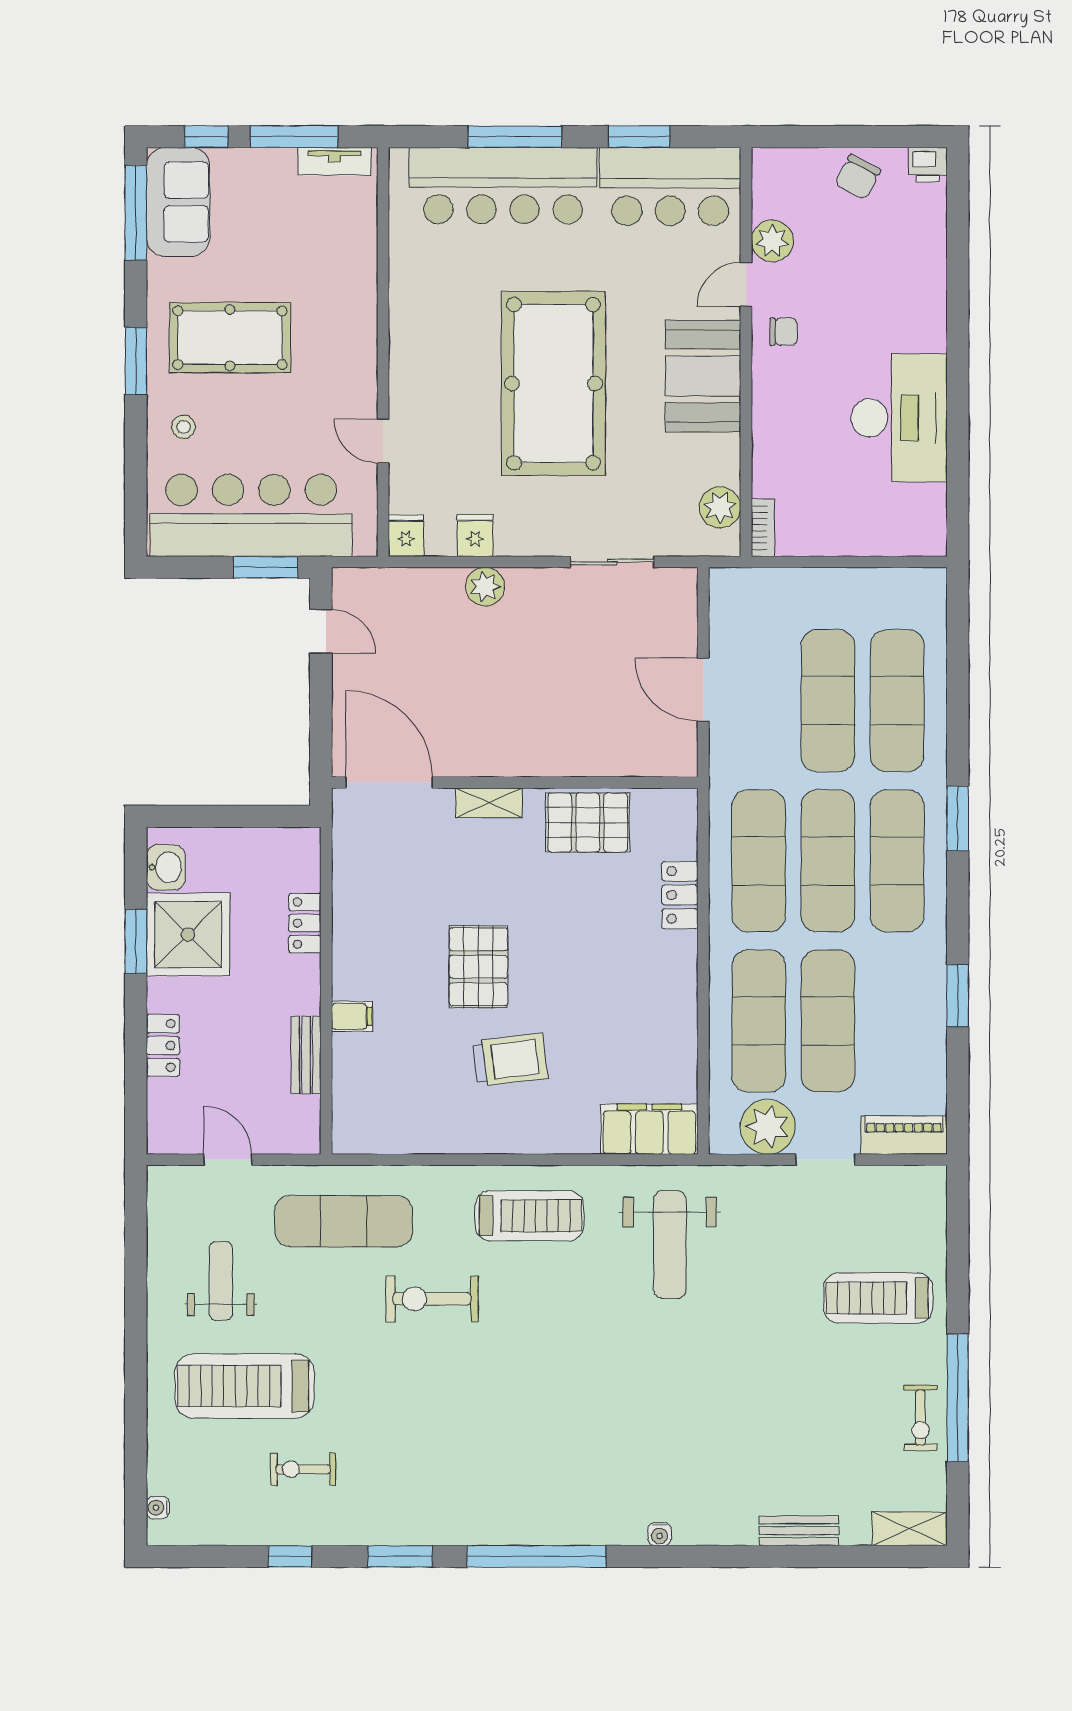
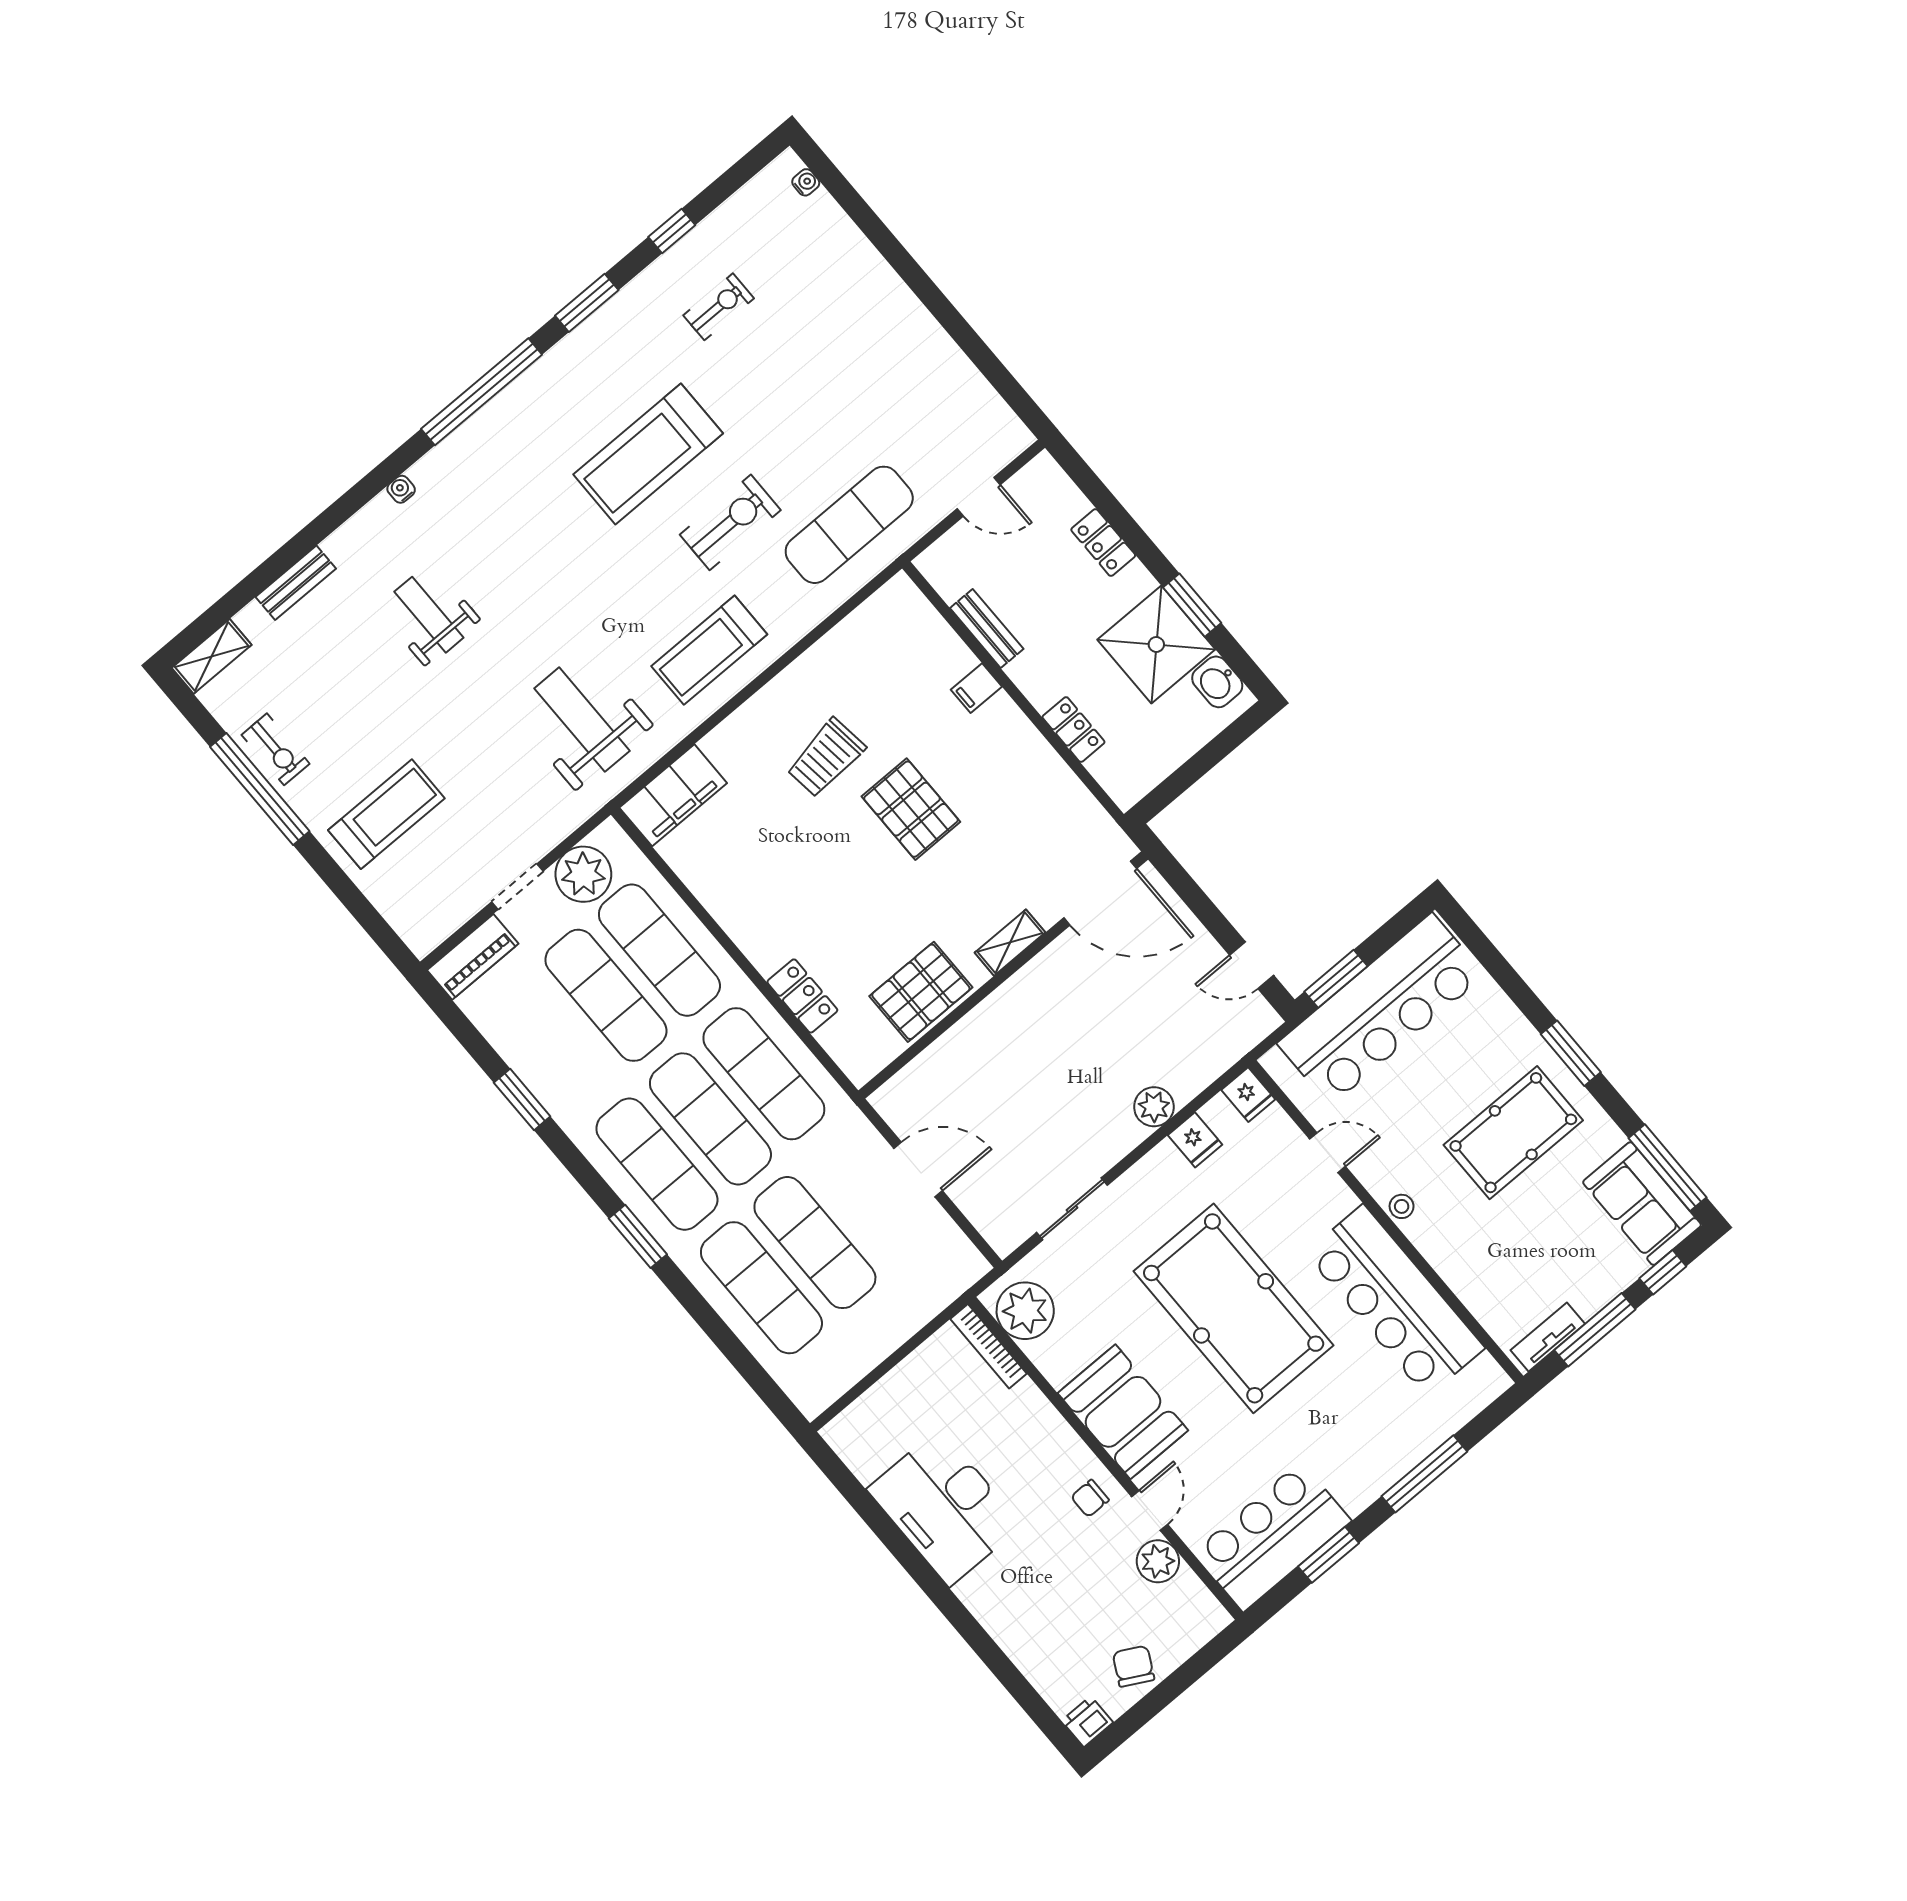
bar counter: (503, 186) -> (1395, 1301), moved, turned -90
stool: (183, 427) -> (1402, 1206), moved
plant: (720, 507) -> (1025, 1311), width x1.36, depth x1.36
bookcase: (763, 528) -> (988, 1346), width x1.56
weight bench: (221, 1281) -> (429, 615), moved, turned 180
treadmill: (245, 1386) -> (648, 454), moved, turned 180
exercise bike: (920, 1418) -> (276, 749), turned 180

